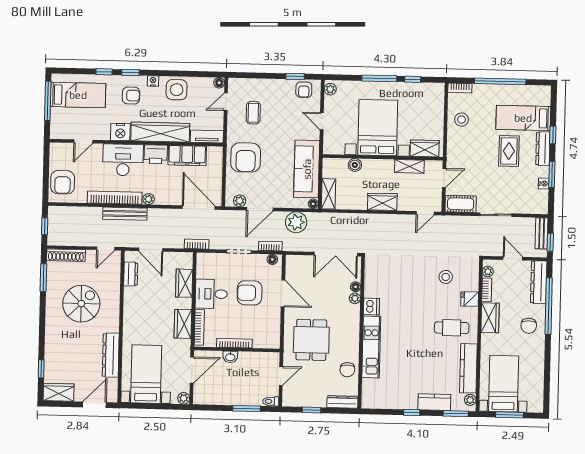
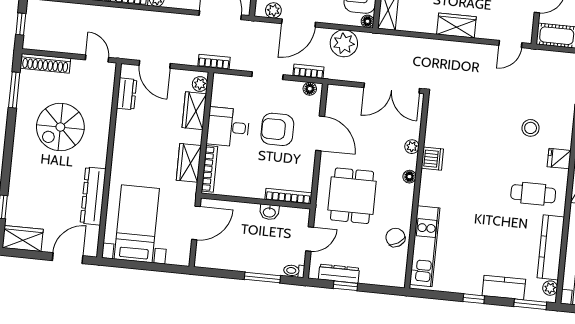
bench: (125, 214) -> (125, 16), removed
door: (106, 248) -> (97, 59), swing flipped
floor lamp: (356, 287) -> (409, 177), moved
spiral stairs: (81, 304) -> (60, 127), turned 180
bookcase: (234, 343) -> (288, 196), moved
kitchen unit: (371, 347) -> (425, 246), moved
washbasin: (230, 357) -> (269, 212), moved
chair: (347, 370) -> (395, 237), turned 148
plant: (184, 398) -> (200, 84), moved
dresser: (342, 402) -> (339, 274), moved

